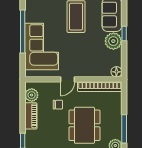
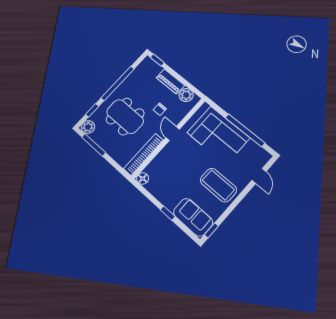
plant: (113, 41) -> (170, 198), removed

